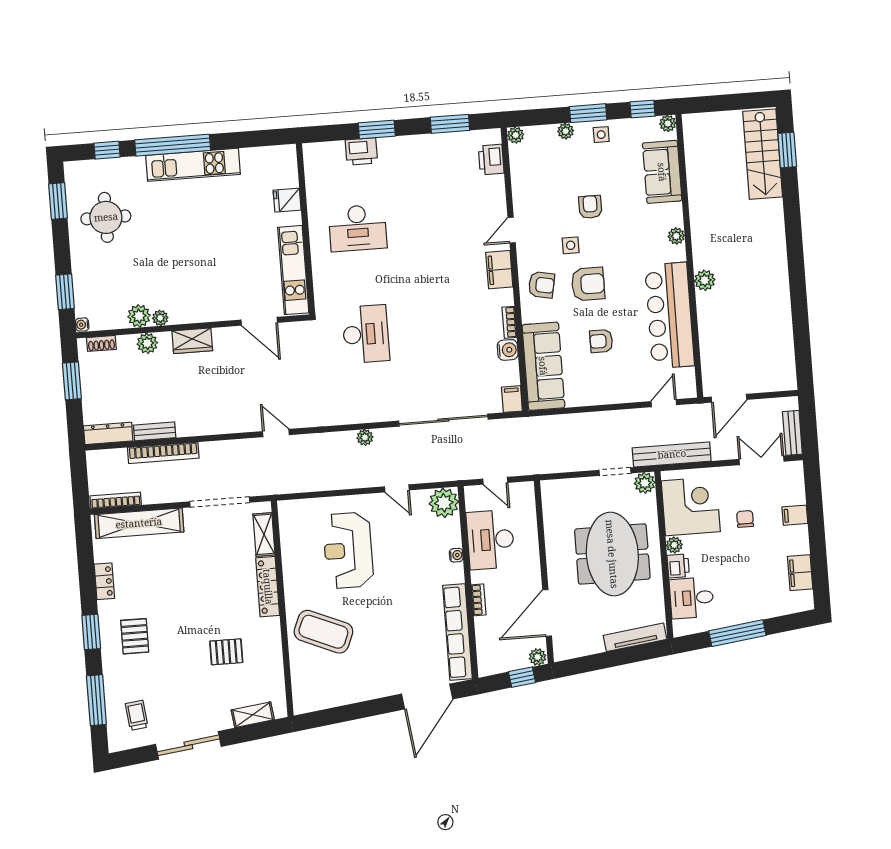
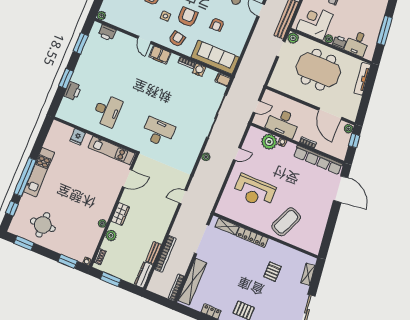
plant: (139, 316) -> (96, 233), removed
plant: (444, 503) -> (269, 142), moved

